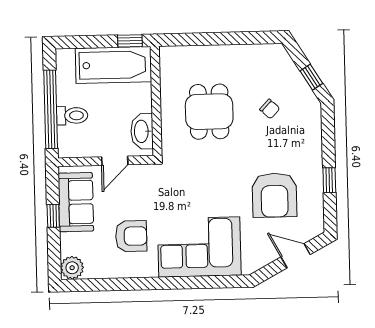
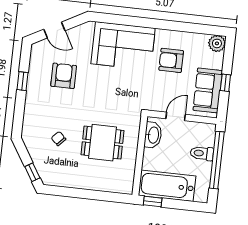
window: (311, 77) -> (32, 172), moved
dining table: (209, 112) -> (103, 143), turned 90
armchair: (274, 195) -> (64, 76), width x0.73, depth x0.73

